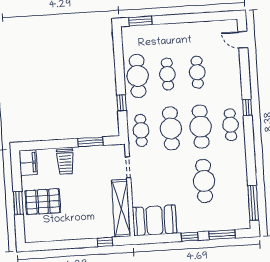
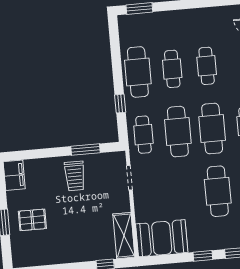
trolley: (65, 162) -> (75, 176), moved
pallet: (43, 202) -> (32, 220), width x0.67, depth x0.71
shelving: (121, 208) -> (124, 236), width x0.68

